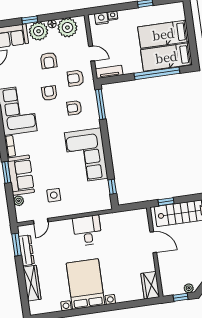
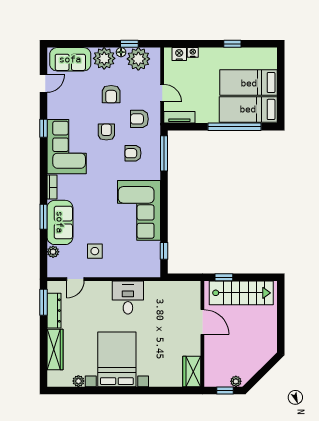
window: (30, 20) -> (129, 44), moved
plant: (56, 307) -> (78, 381), added

